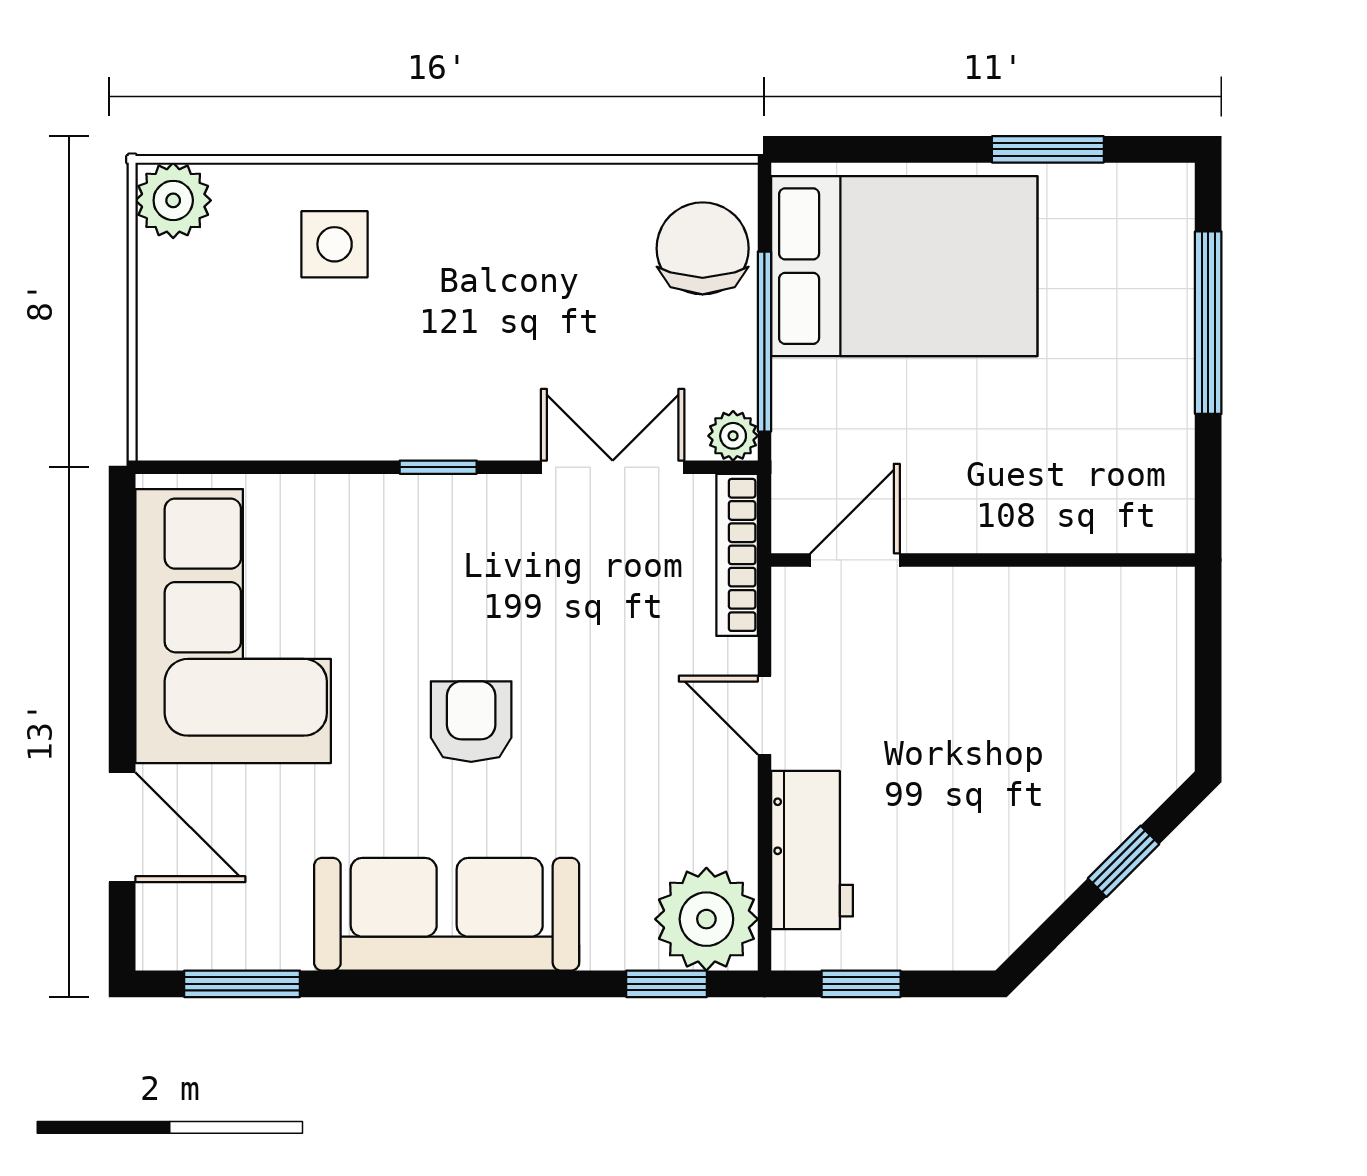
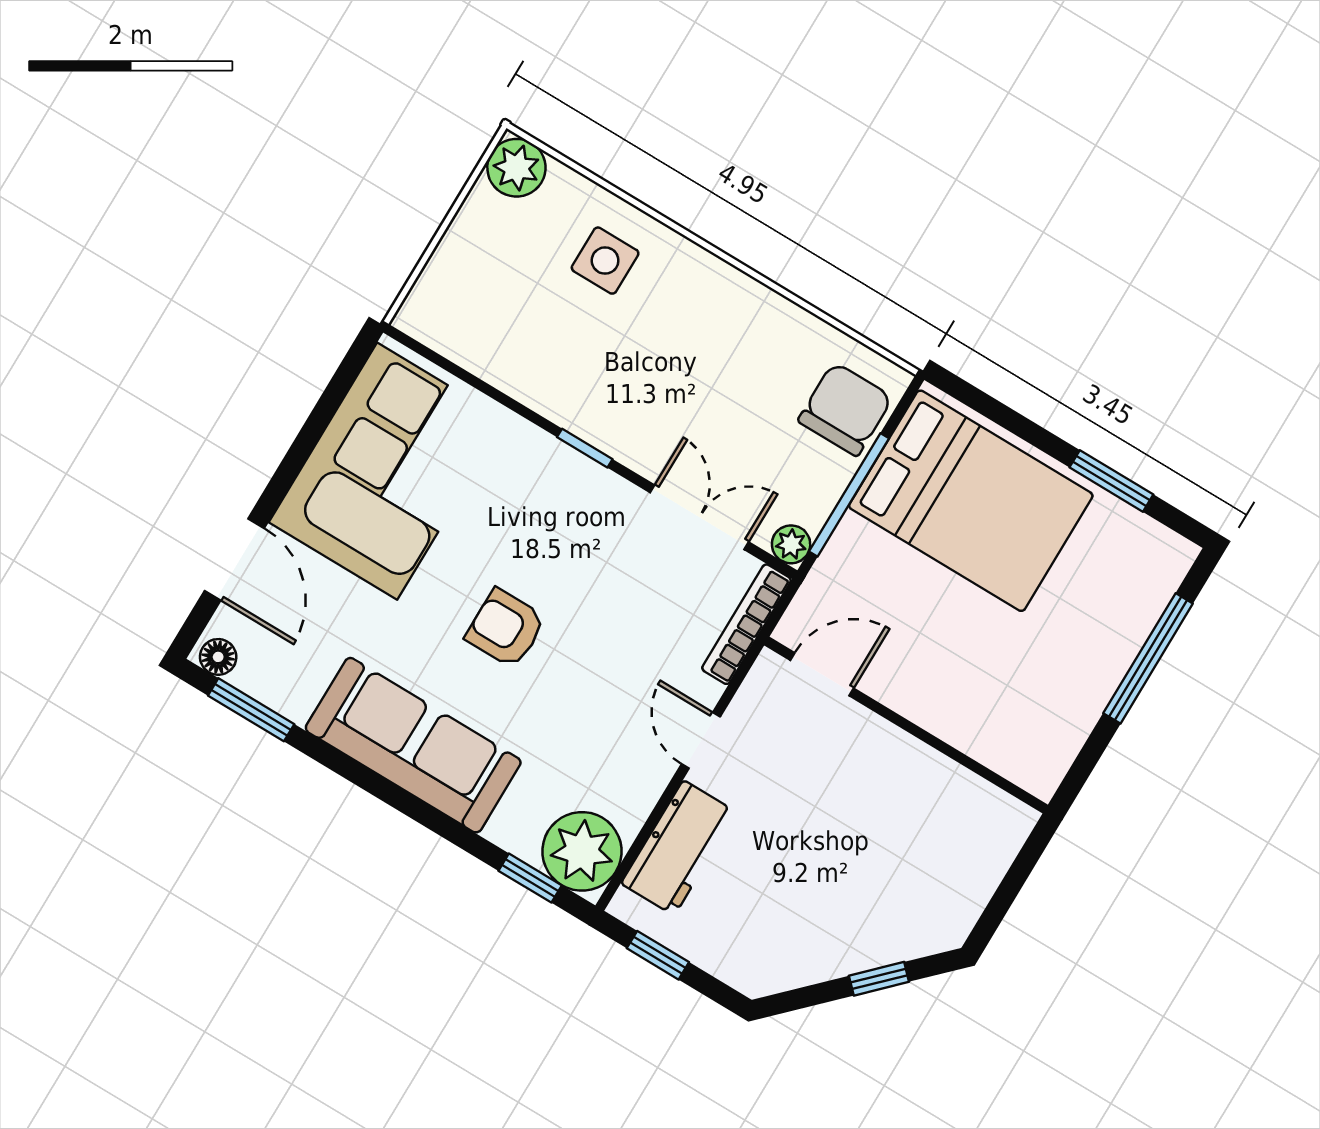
armchair: (471, 722) -> (506, 628), turned -90
floor lamp: (170, 947) -> (218, 657), added

